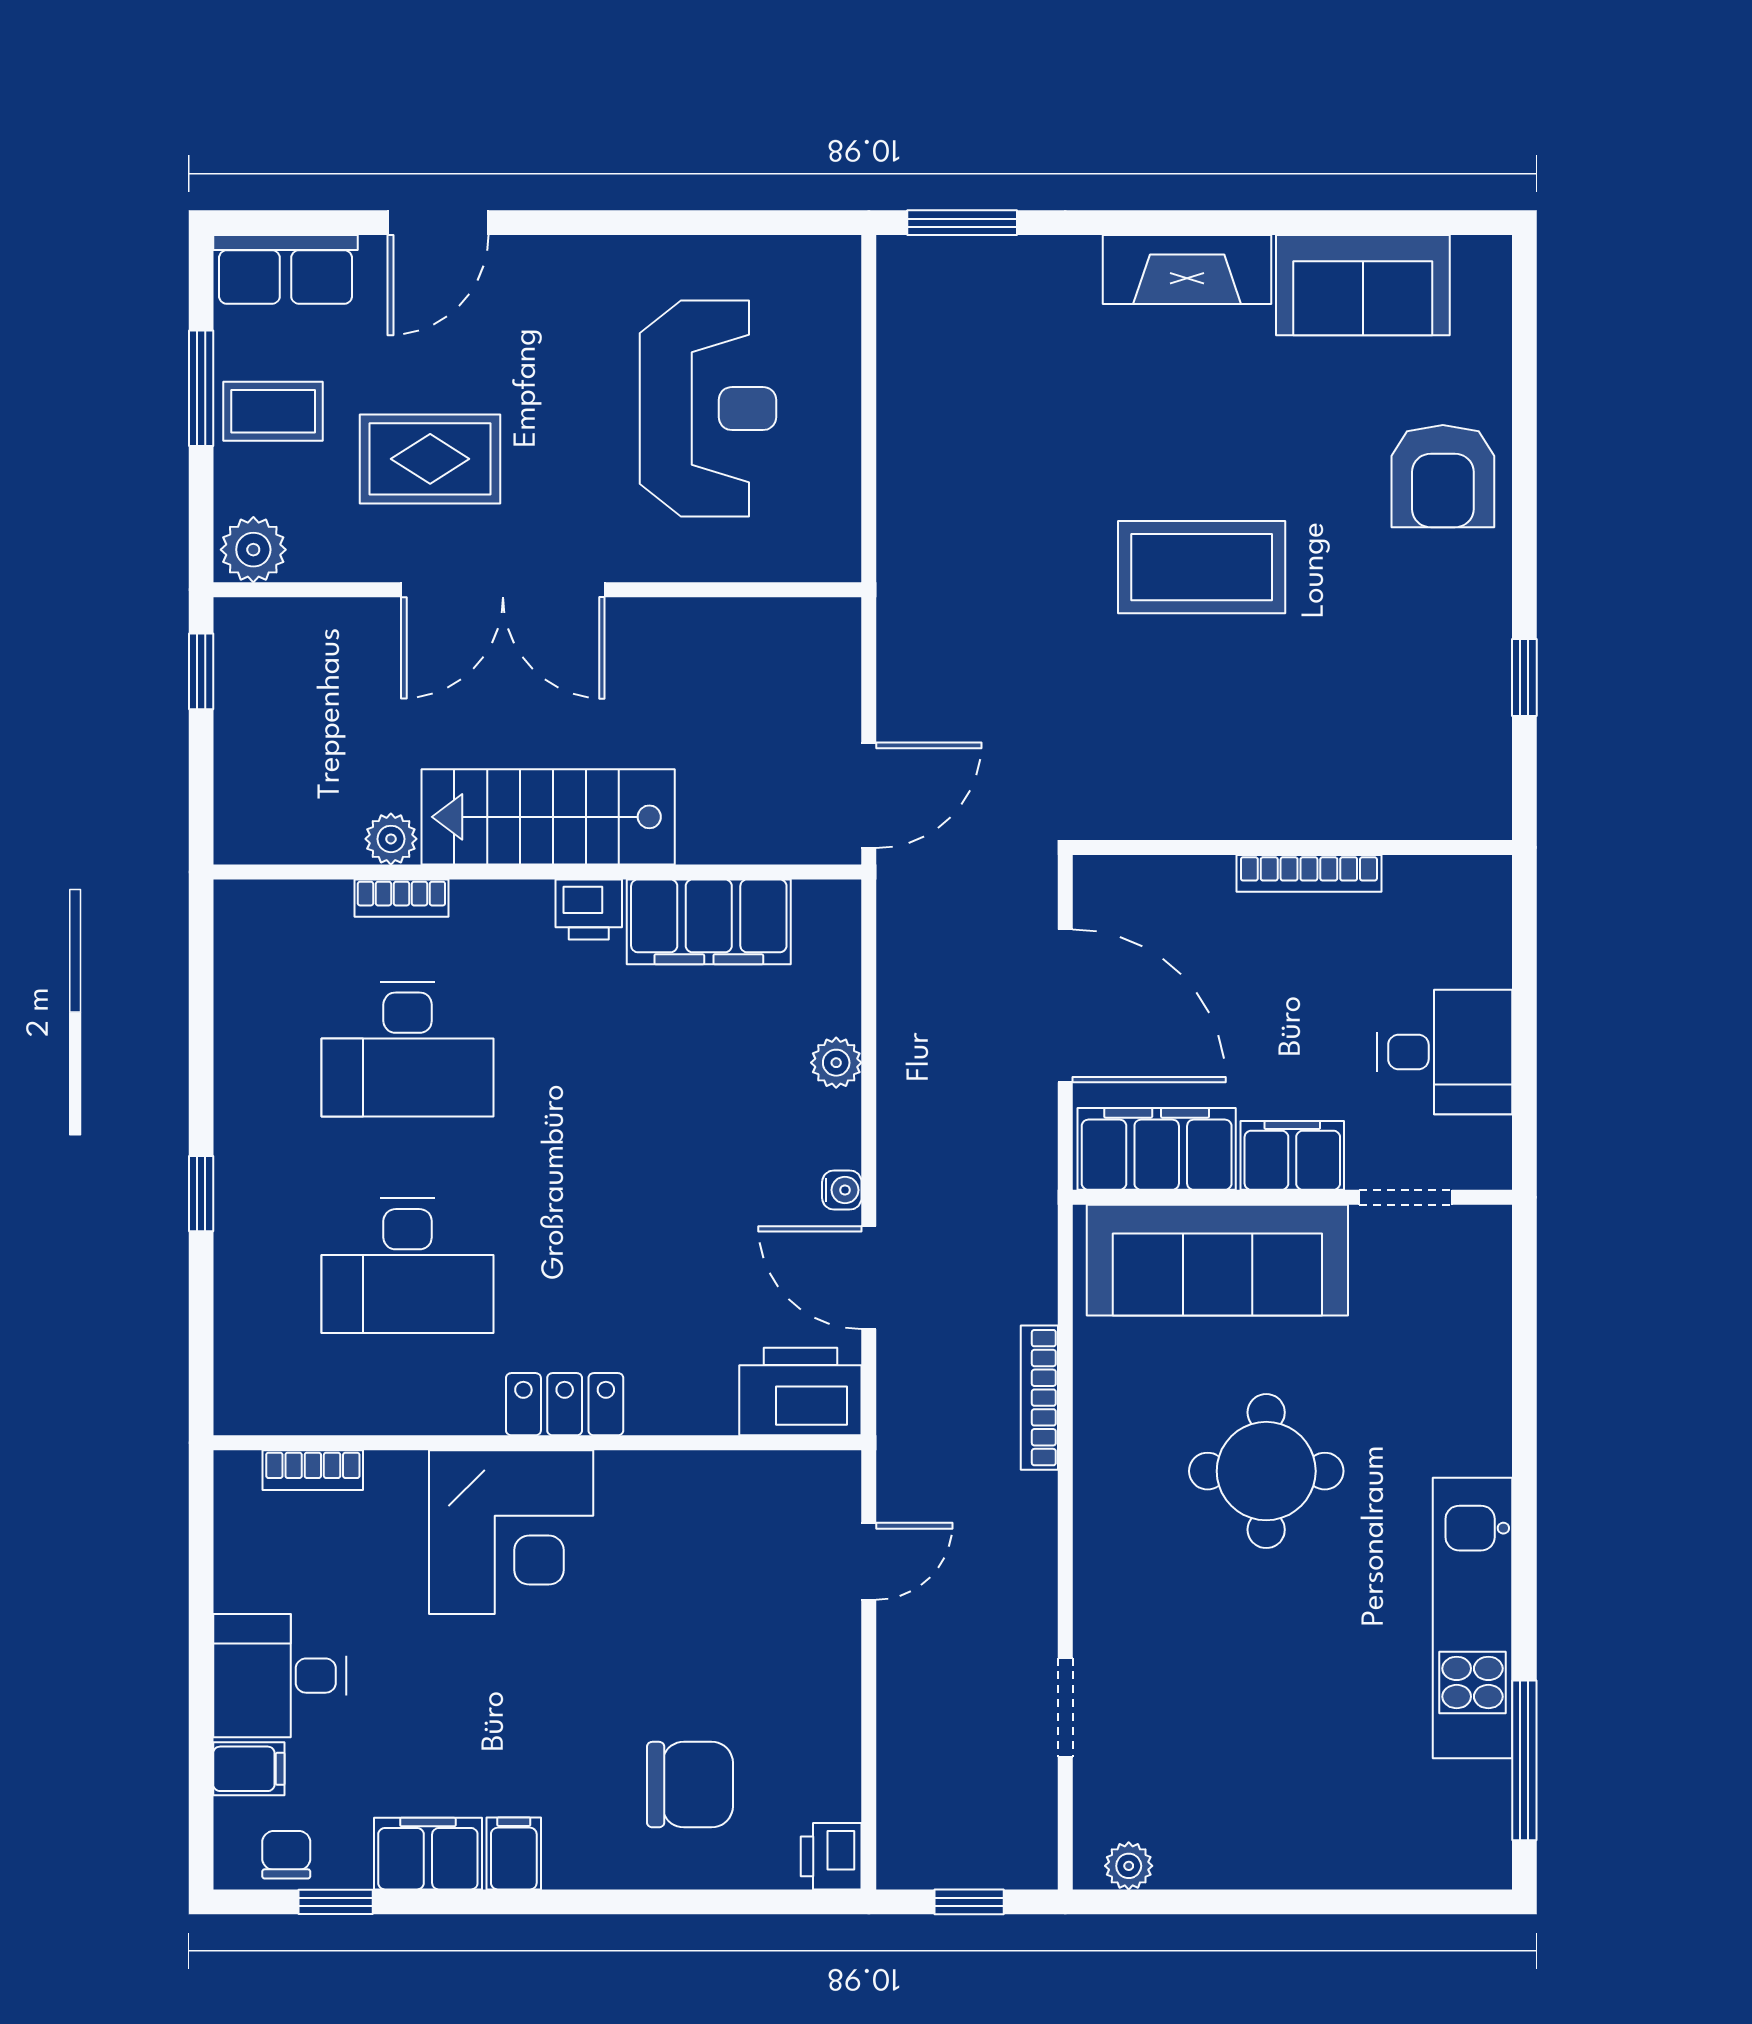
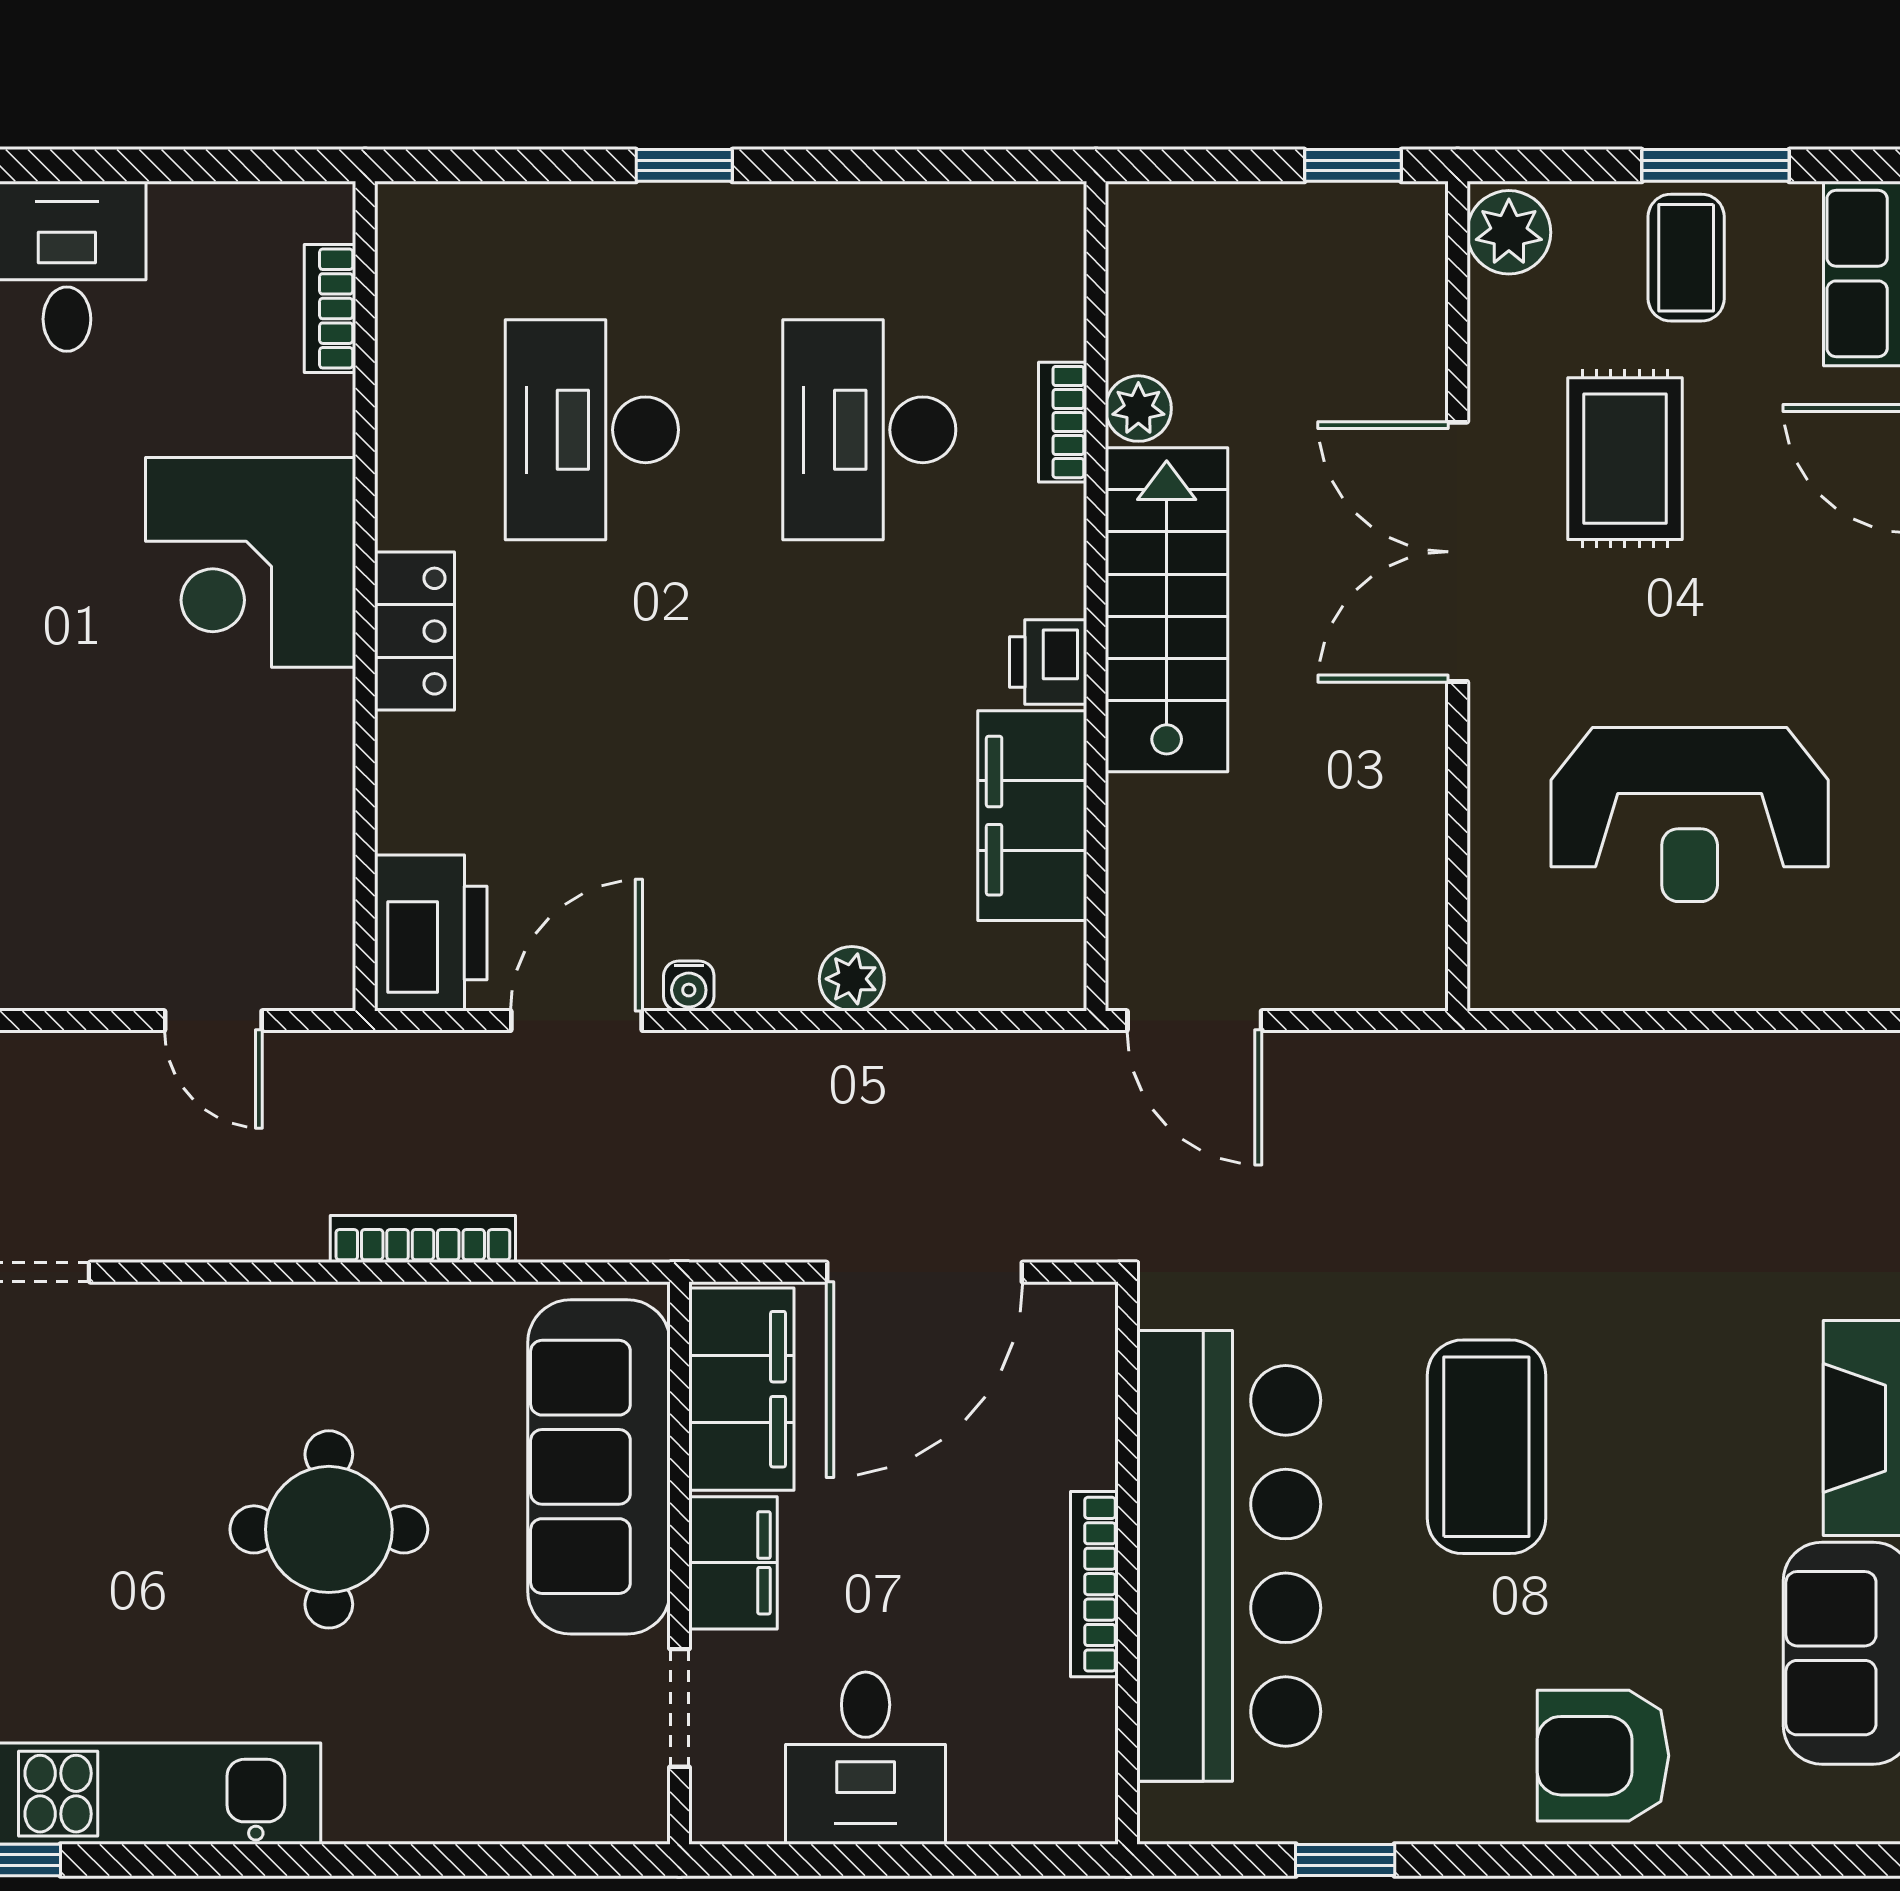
bar counter: (1287, 768) -> (1229, 1556), added

